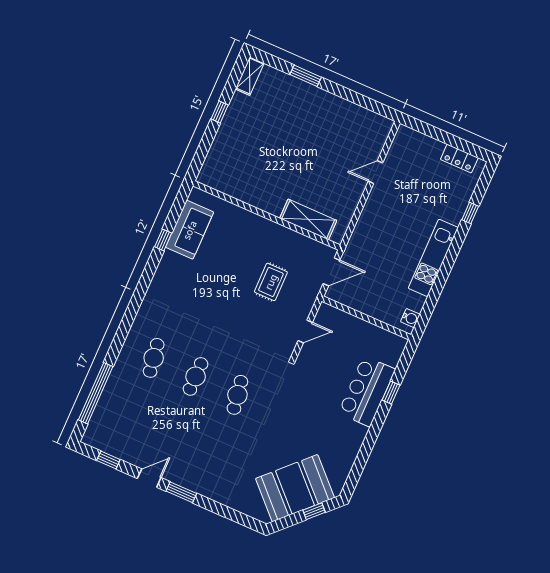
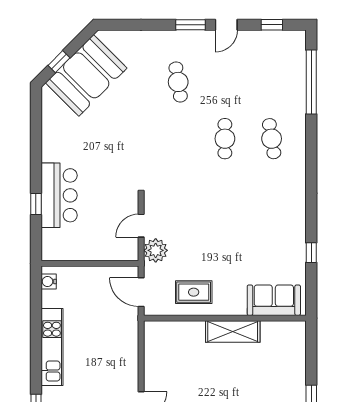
shelving: (308, 219) -> (233, 332), moved
sofa: (190, 230) -> (274, 300), moved, turned 90
door: (331, 272) -> (141, 292), hinge flipped
rug: (271, 282) -> (194, 292), moved, turned 90
plant: (302, 304) -> (156, 250), added
cafe table: (237, 395) -> (178, 82), moved

